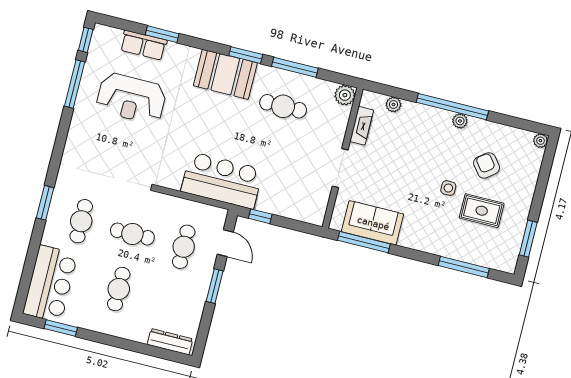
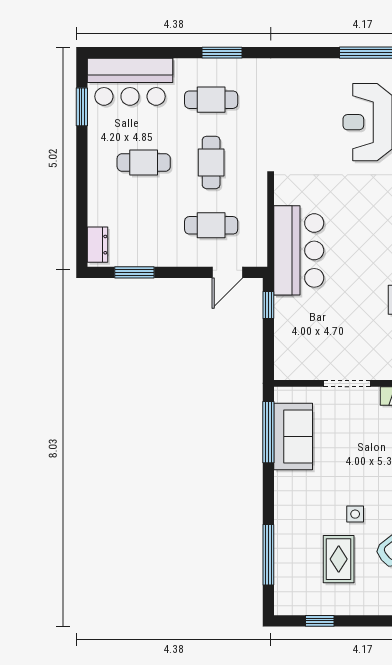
window: (528, 239) -> (320, 621), width x0.67
window: (215, 286) -> (134, 272), moved
dresser: (170, 342) -> (98, 245), width x0.70

